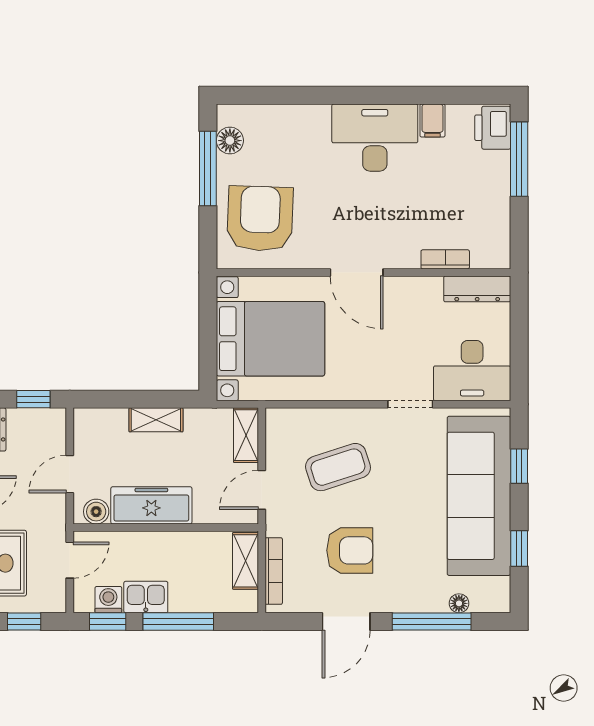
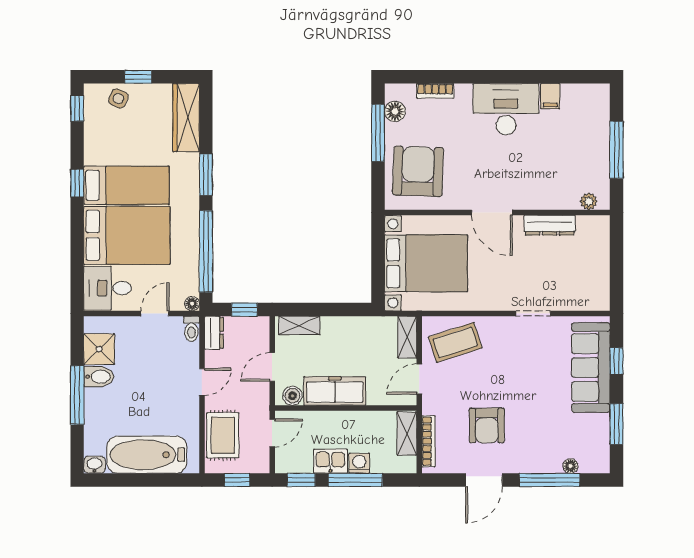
printer: (493, 128) -> (596, 102), removed
window: (519, 159) -> (616, 150), moved
plant: (483, 258) -> (589, 201), added
bookcase: (445, 259) -> (435, 91), moved, turned 180
dresser: (477, 289) -> (550, 225), moved
desk: (472, 371) -> (580, 288), removed
shelving: (156, 420) -> (299, 325), moved
coffee table: (338, 467) -> (455, 342), moved
sofa: (479, 496) -> (591, 368), width x0.74, depth x0.79
window: (519, 548) -> (616, 424), width x1.50
armchair: (350, 550) -> (487, 425), turned 90
washing machine: (108, 600) -> (359, 463), moved

